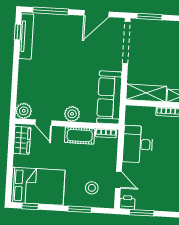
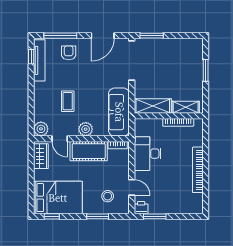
armchair: (58, 30) -> (69, 53), added
coffee table: (54, 82) -> (68, 101), added
cot: (80, 136) -> (89, 151), width x1.37, depth x1.34

